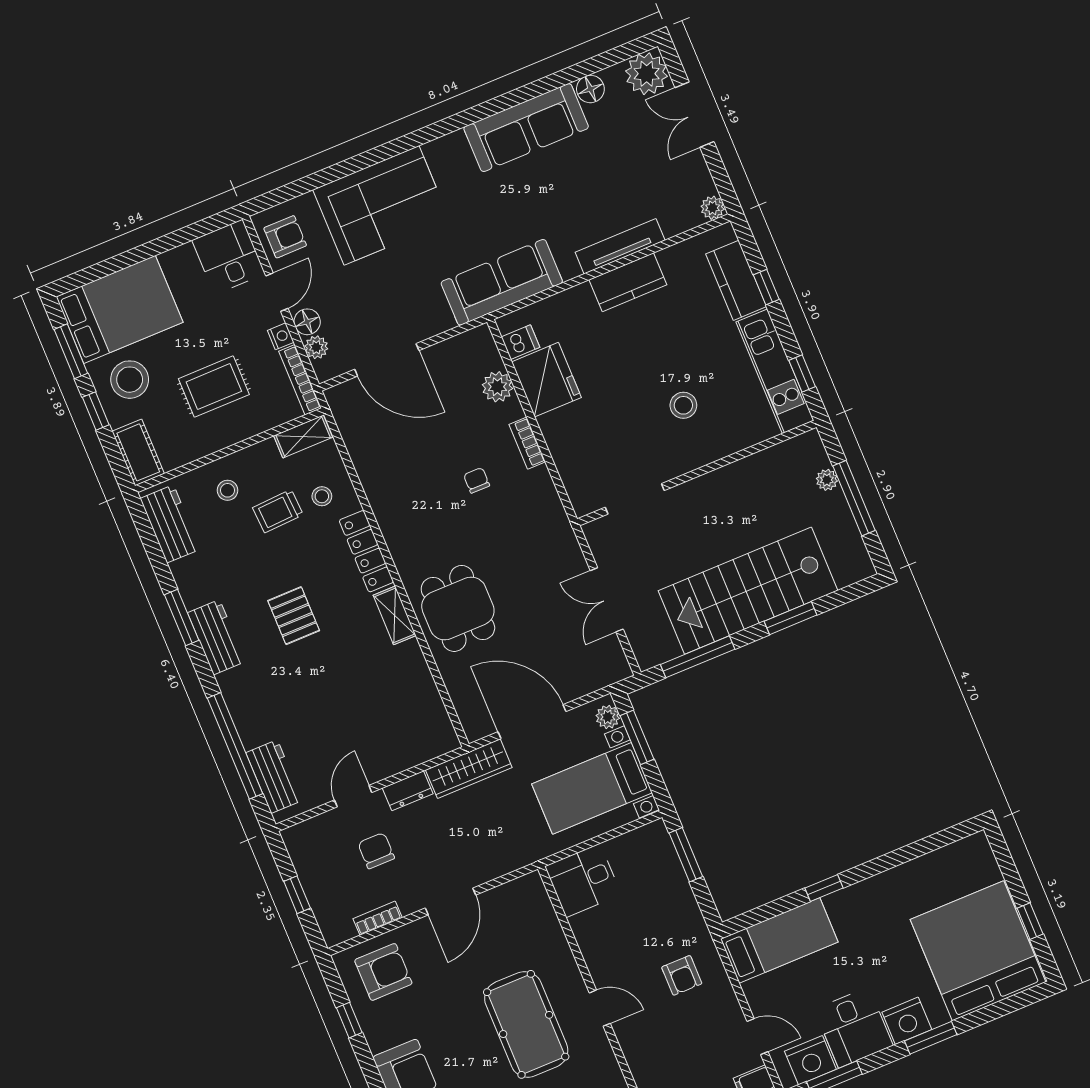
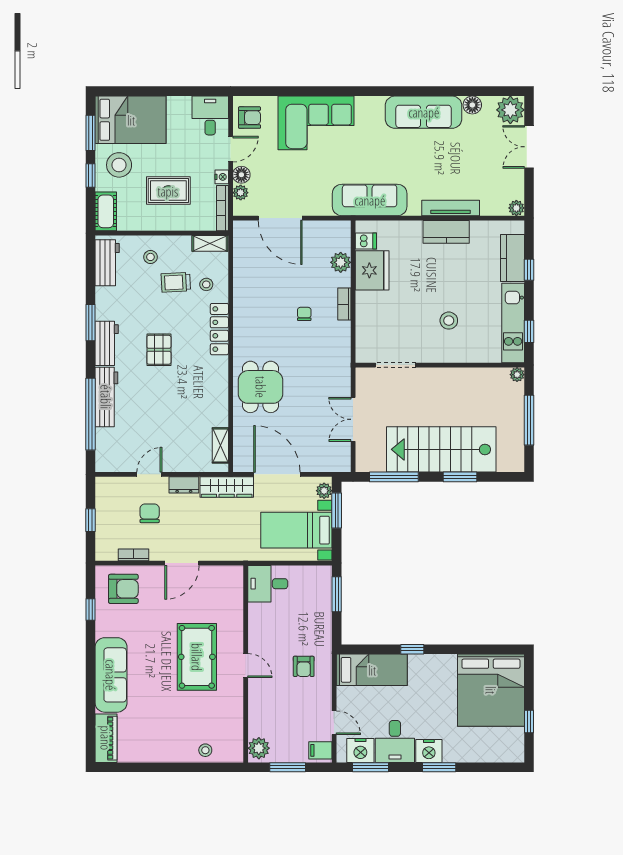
plant: (827, 480) -> (517, 375), moved
shelving: (395, 615) -> (220, 445), moved
workbench: (274, 777) -> (106, 397), moved, width x1.38
bed: (978, 951) -> (491, 690), moved, turned 180

